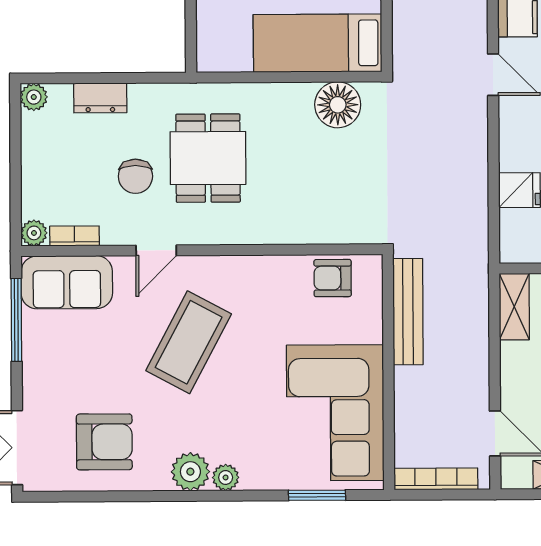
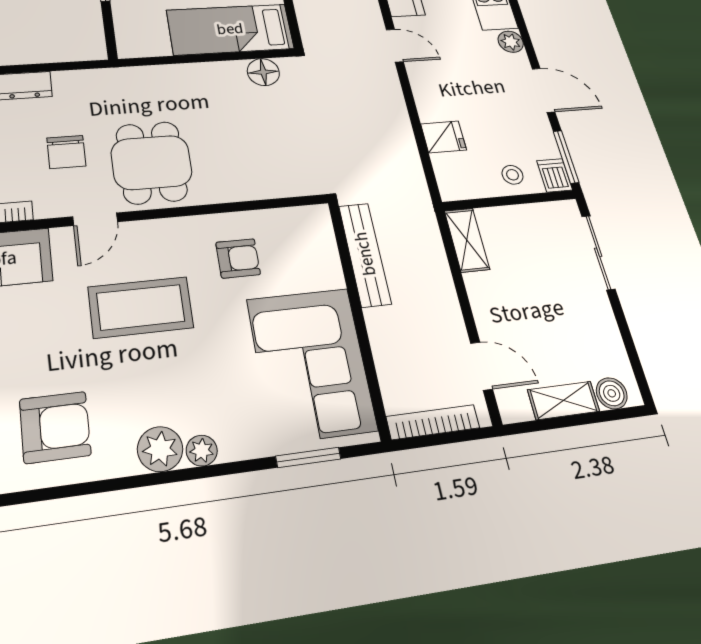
floor lamp: (338, 105) -> (263, 72), width x0.73, depth x0.73
dining table: (208, 158) -> (151, 162), moved
armchair: (333, 278) -> (238, 258), moved, turned 180
coffee table: (189, 342) -> (141, 307), turned 62

